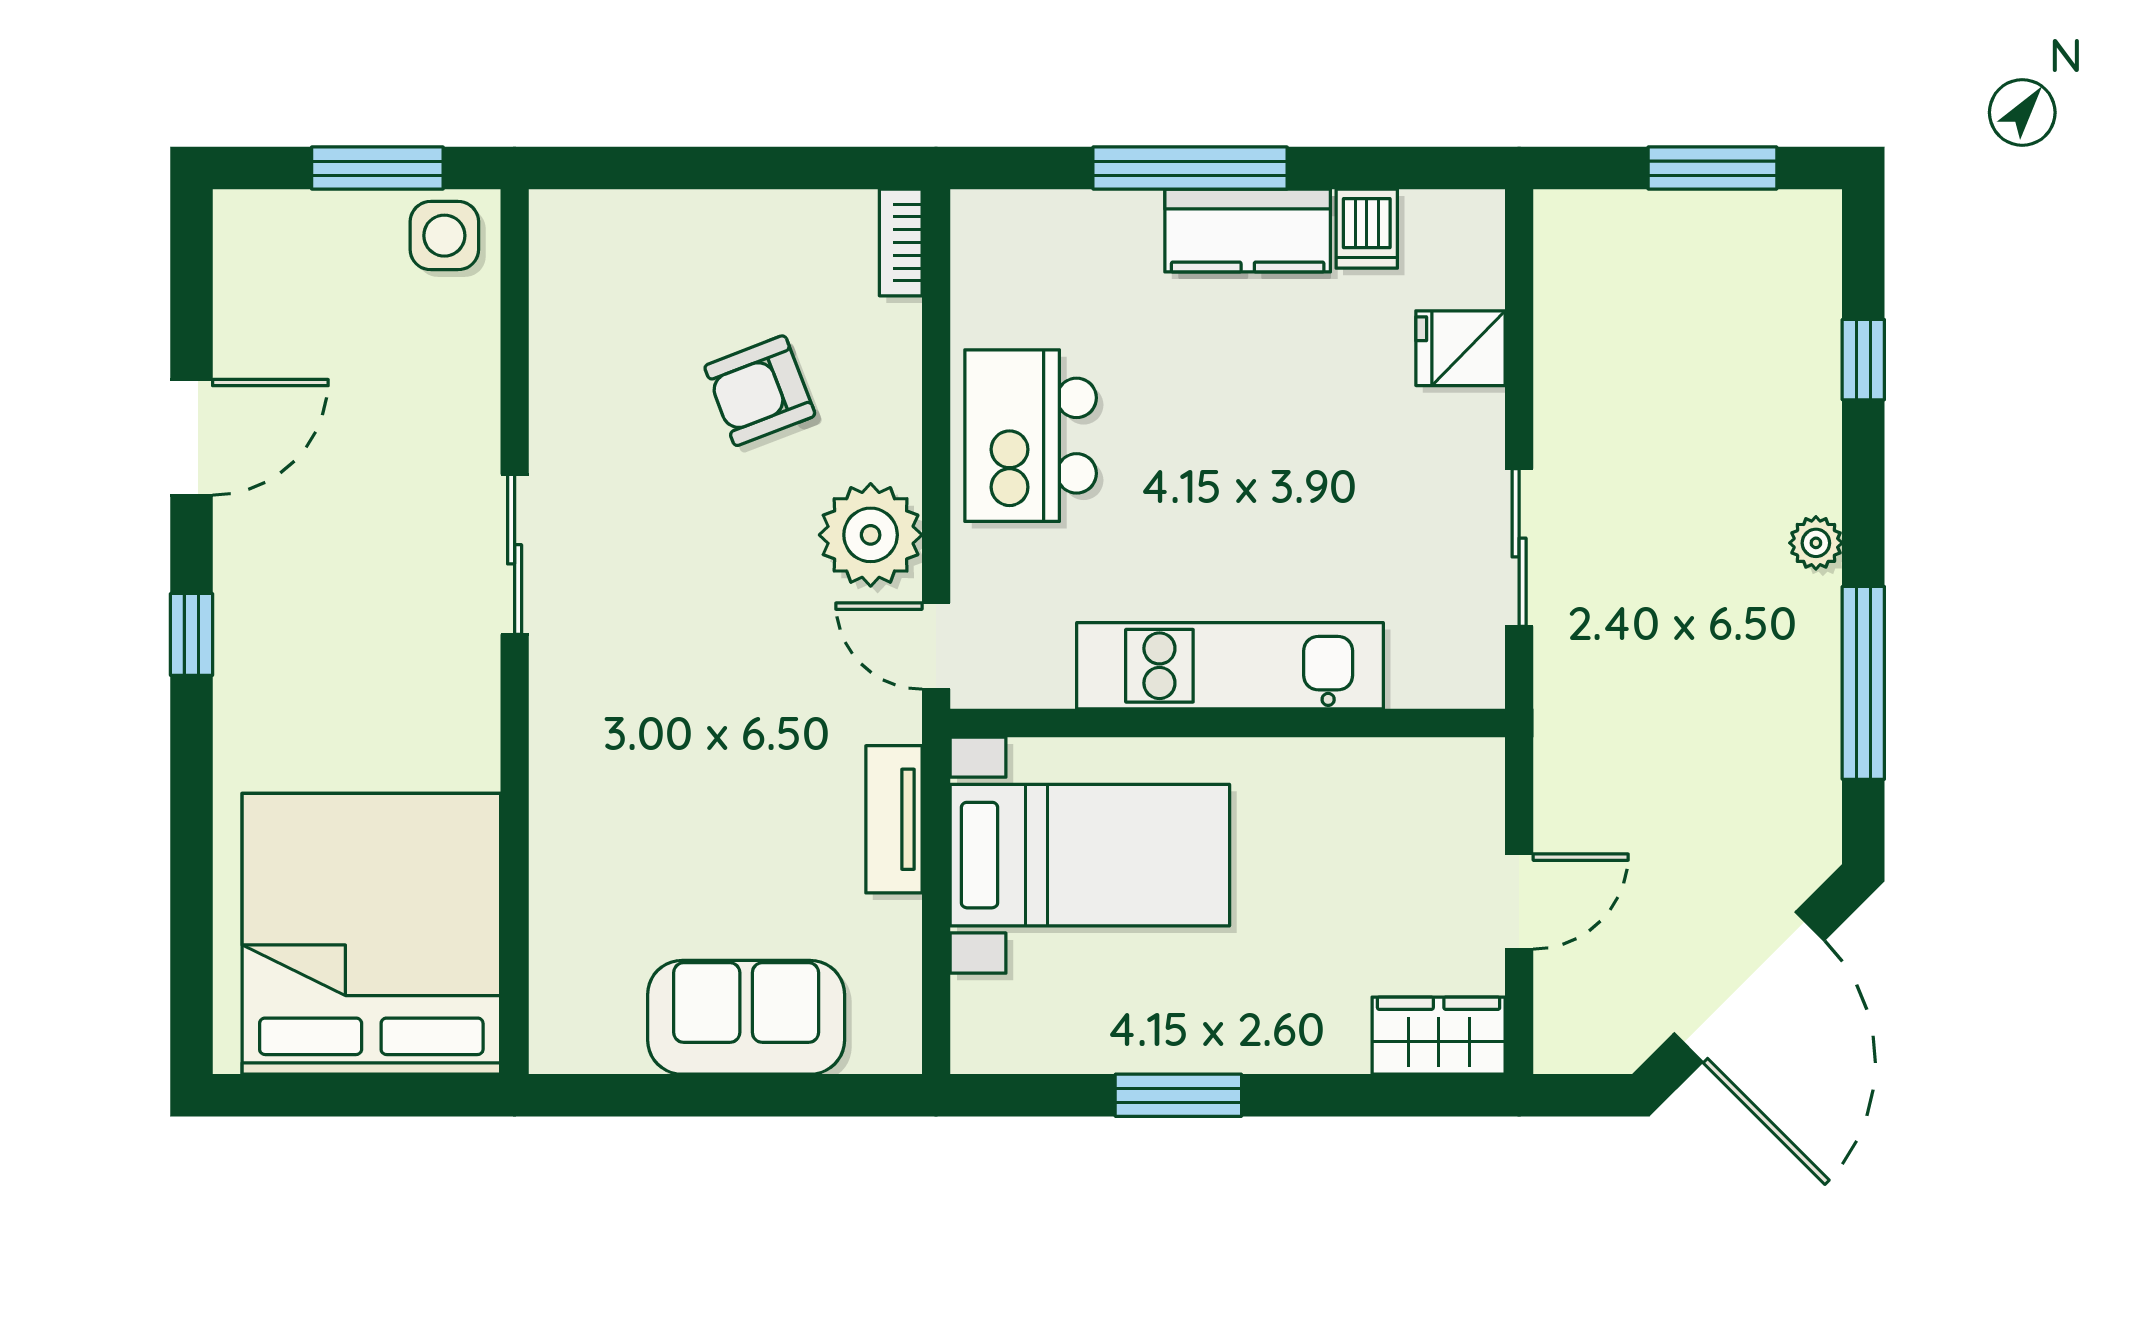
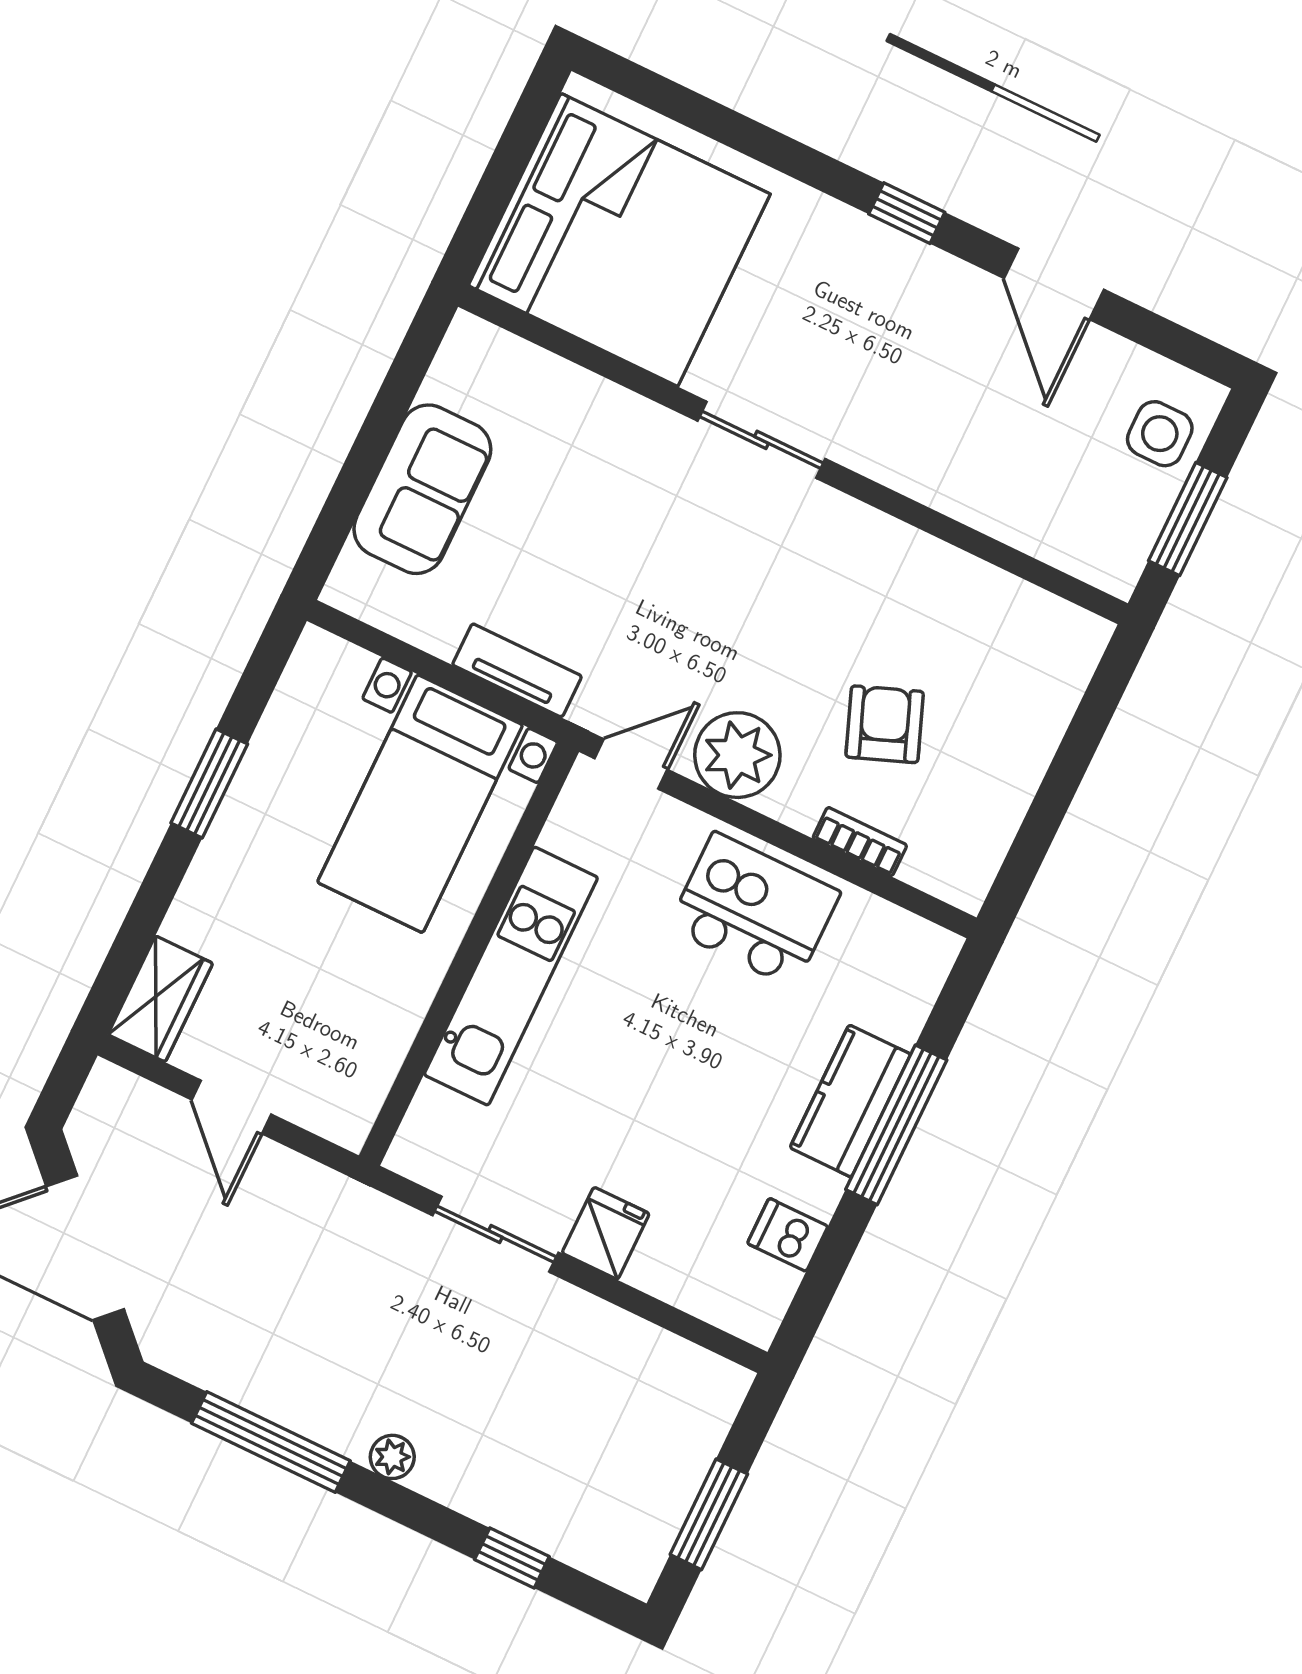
kitchen counter: (1248, 231) -> (850, 1101), moved
side table: (444, 236) -> (1160, 434), moved
bookcase: (901, 242) -> (860, 842), moved
fridge: (1460, 348) -> (606, 1233), moved
sliding door: (515, 554) -> (761, 440), moved

